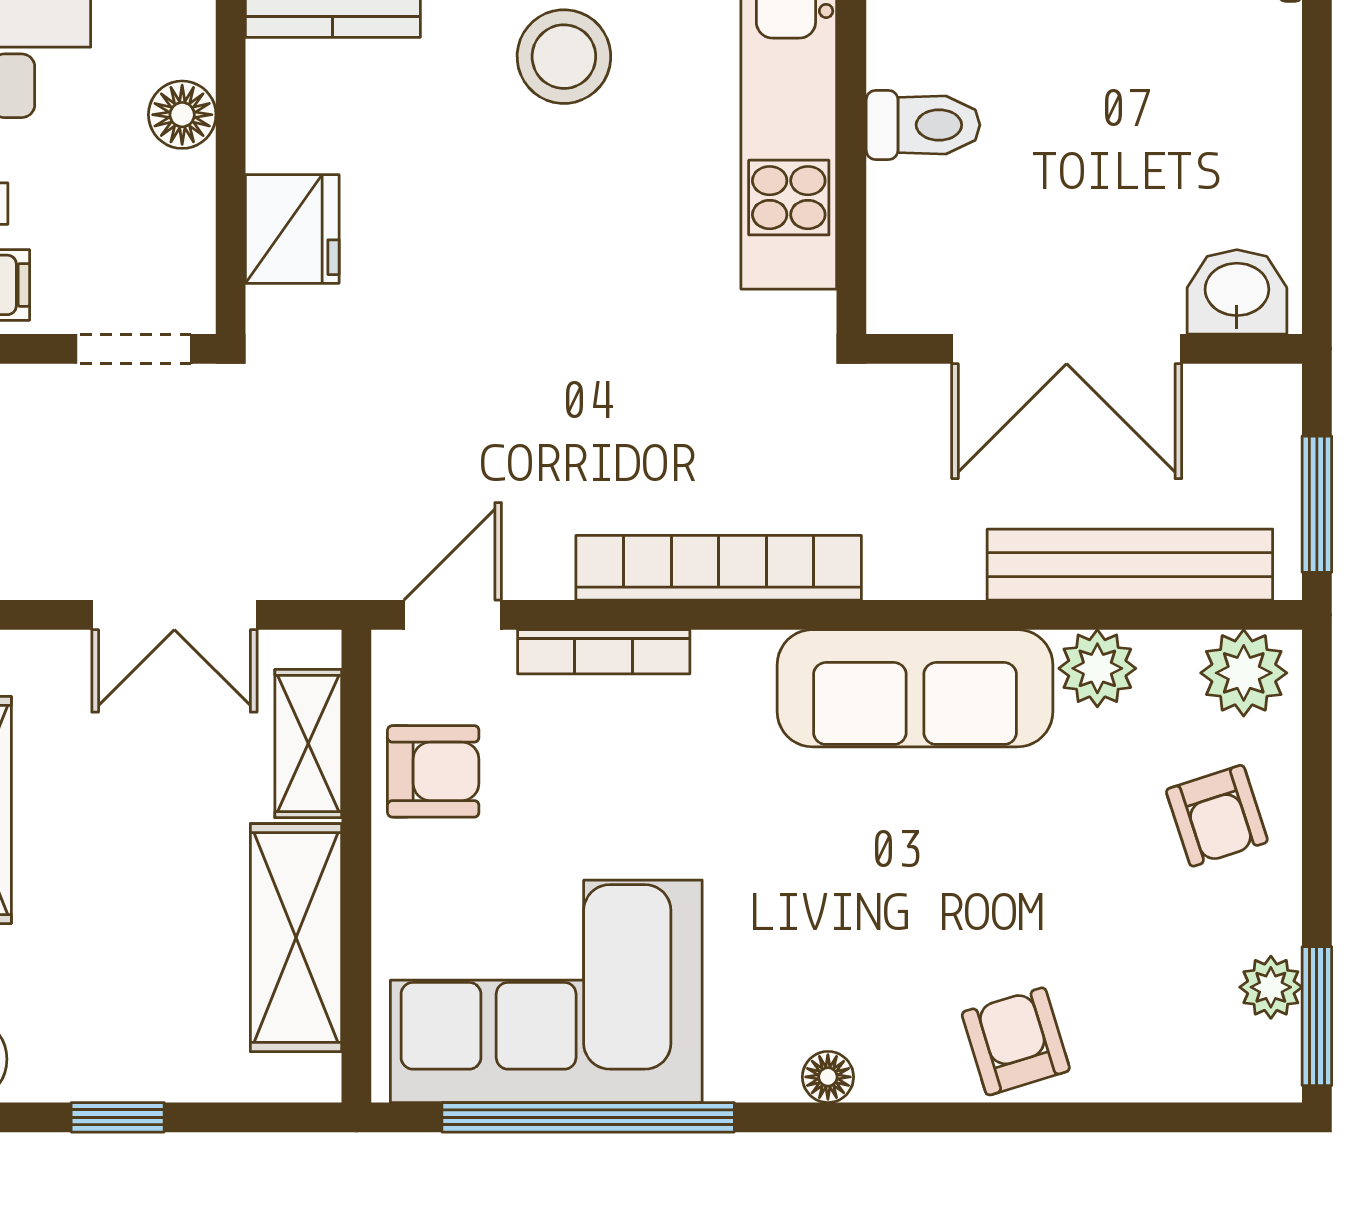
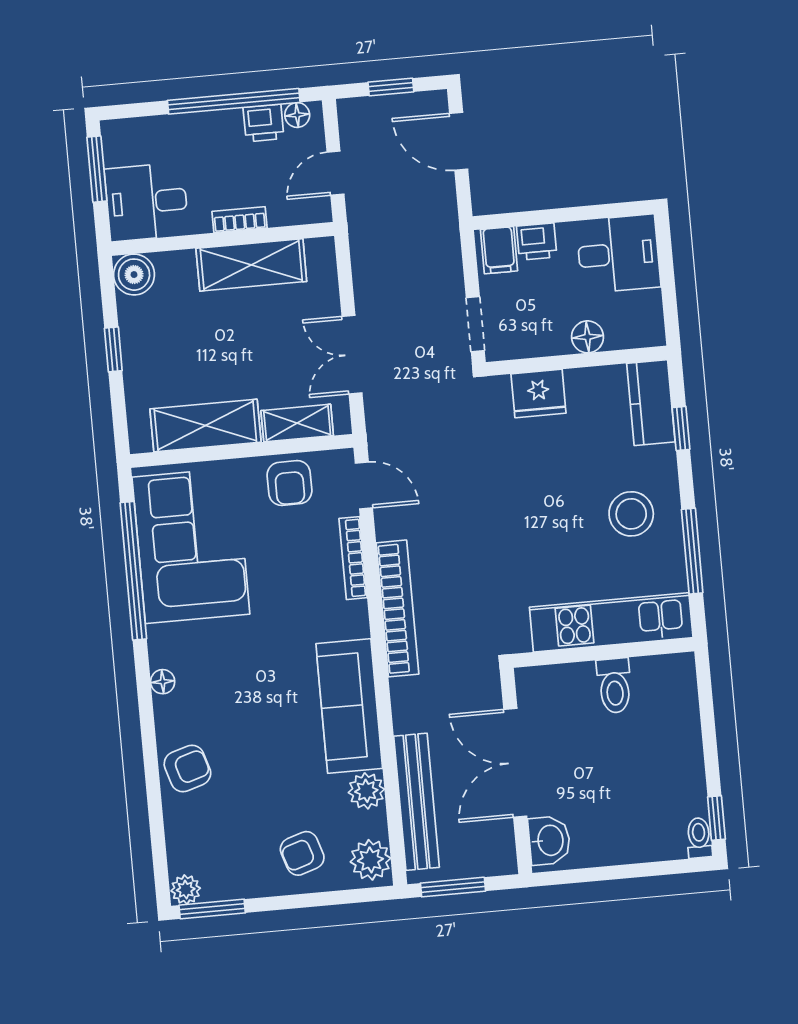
plant: (1271, 987) -> (186, 890), moved

